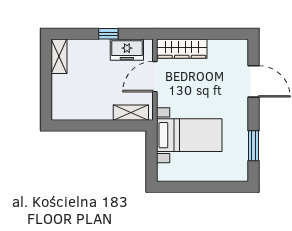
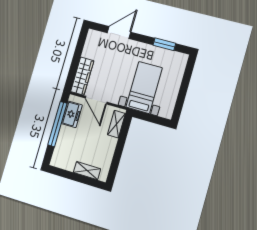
window: (108, 34) -> (57, 124), width x3.17
shelving: (59, 56) -> (87, 171), moved

